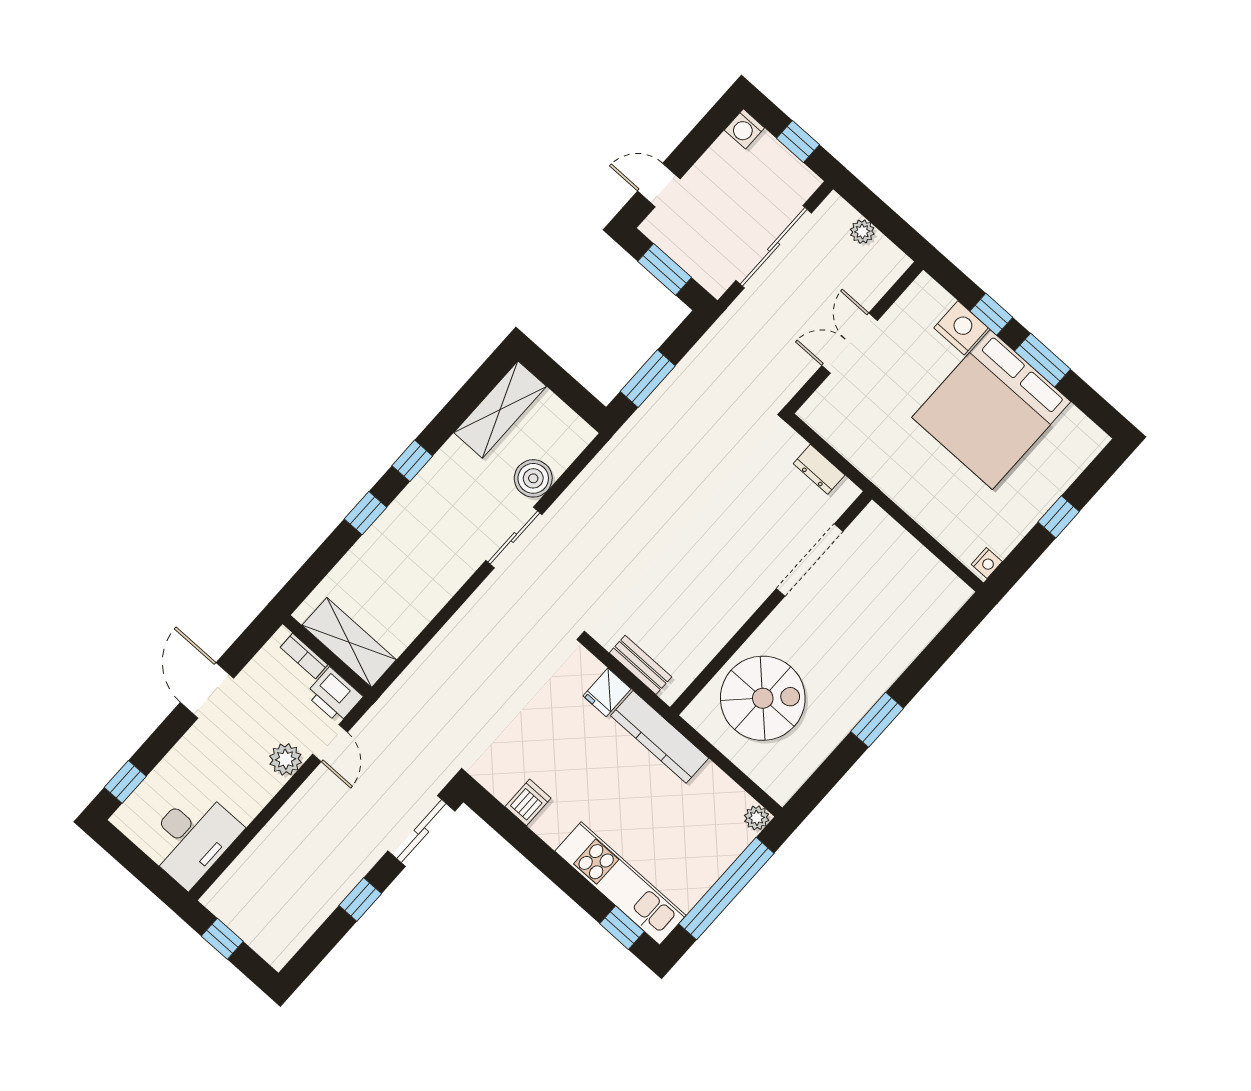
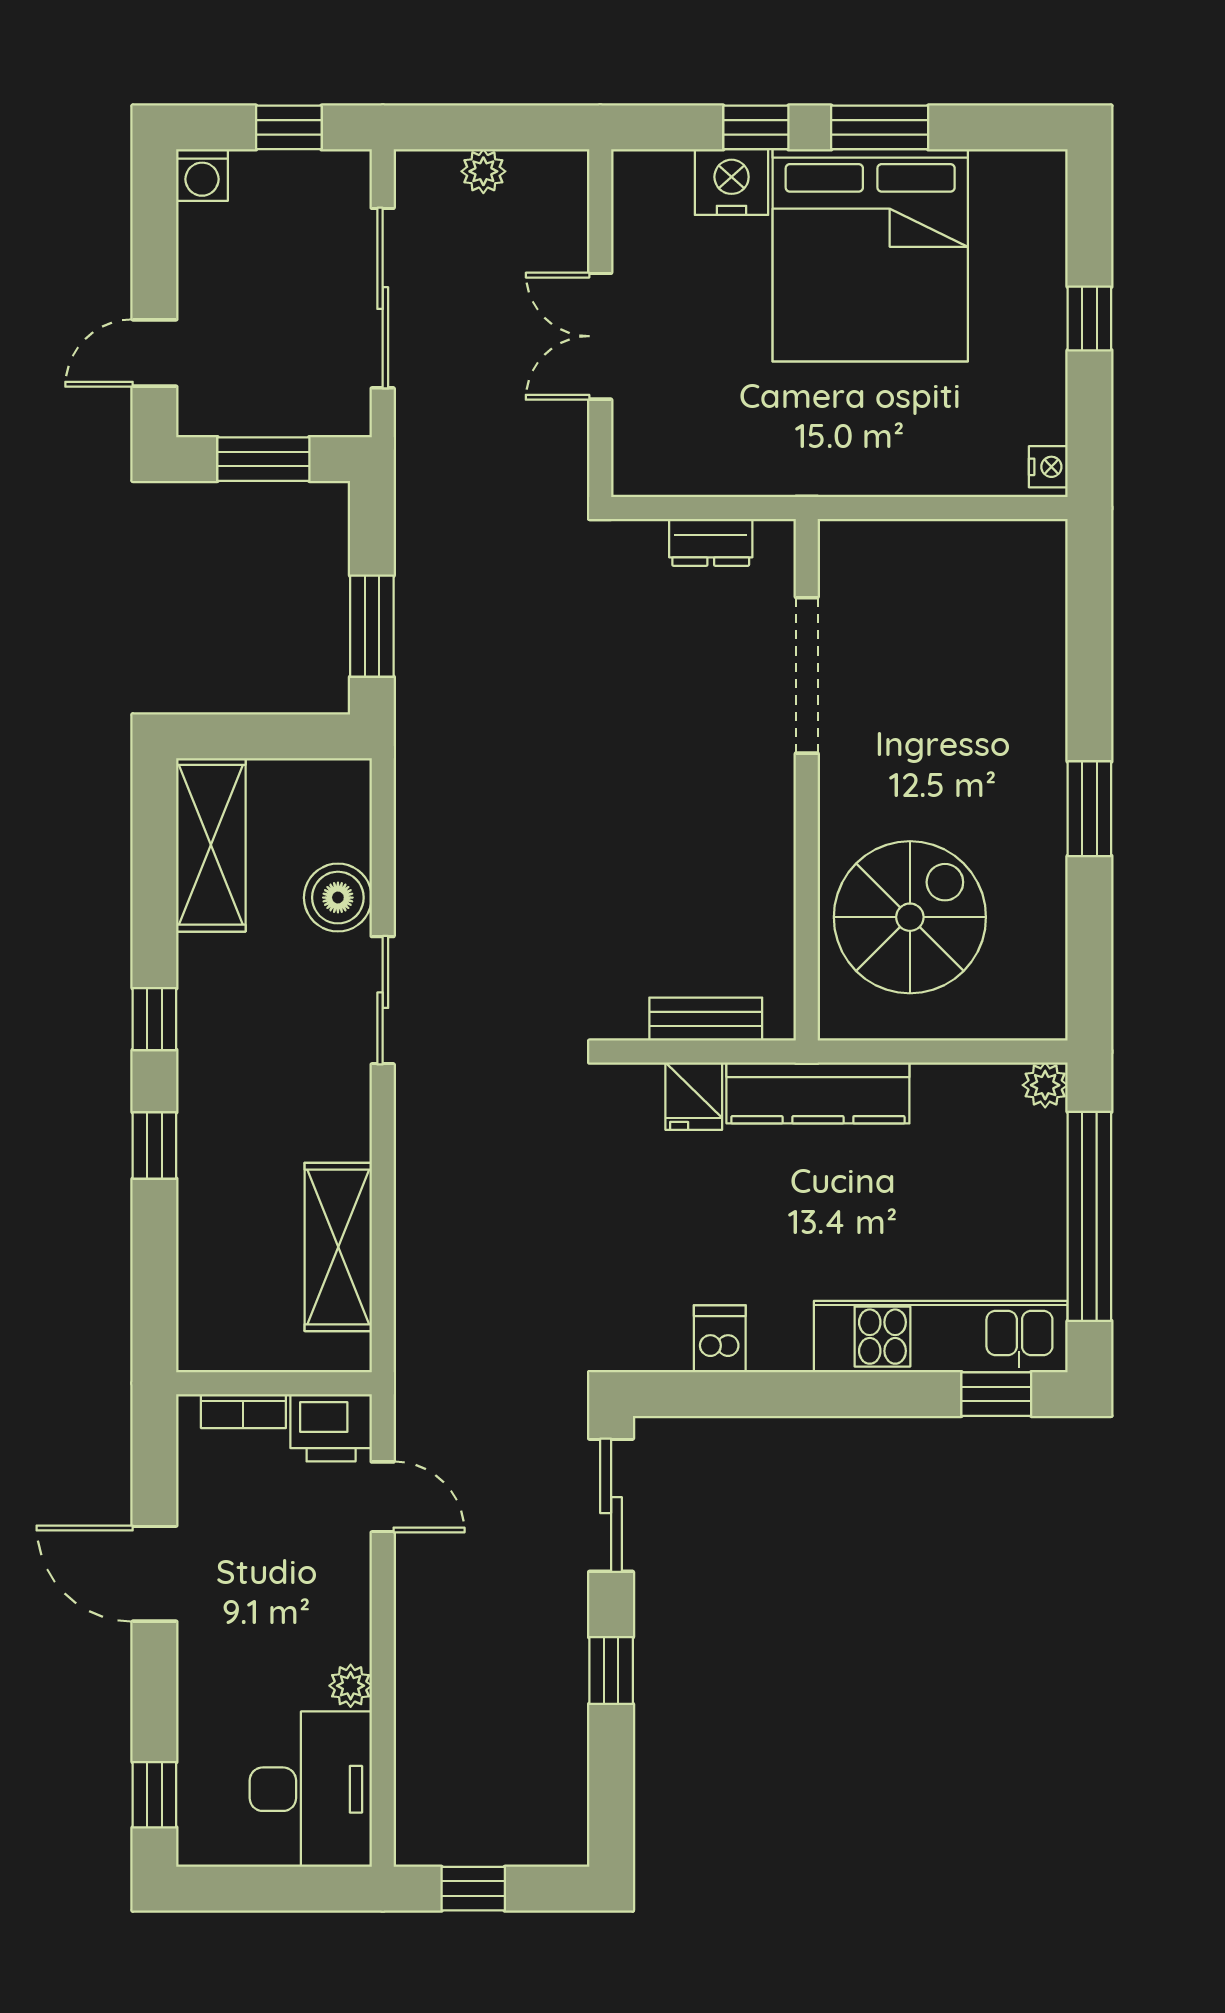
shelving: (349, 642) -> (338, 1247), moved, turned 90
plant: (285, 759) -> (351, 1686), moved, width x0.73, depth x0.73

